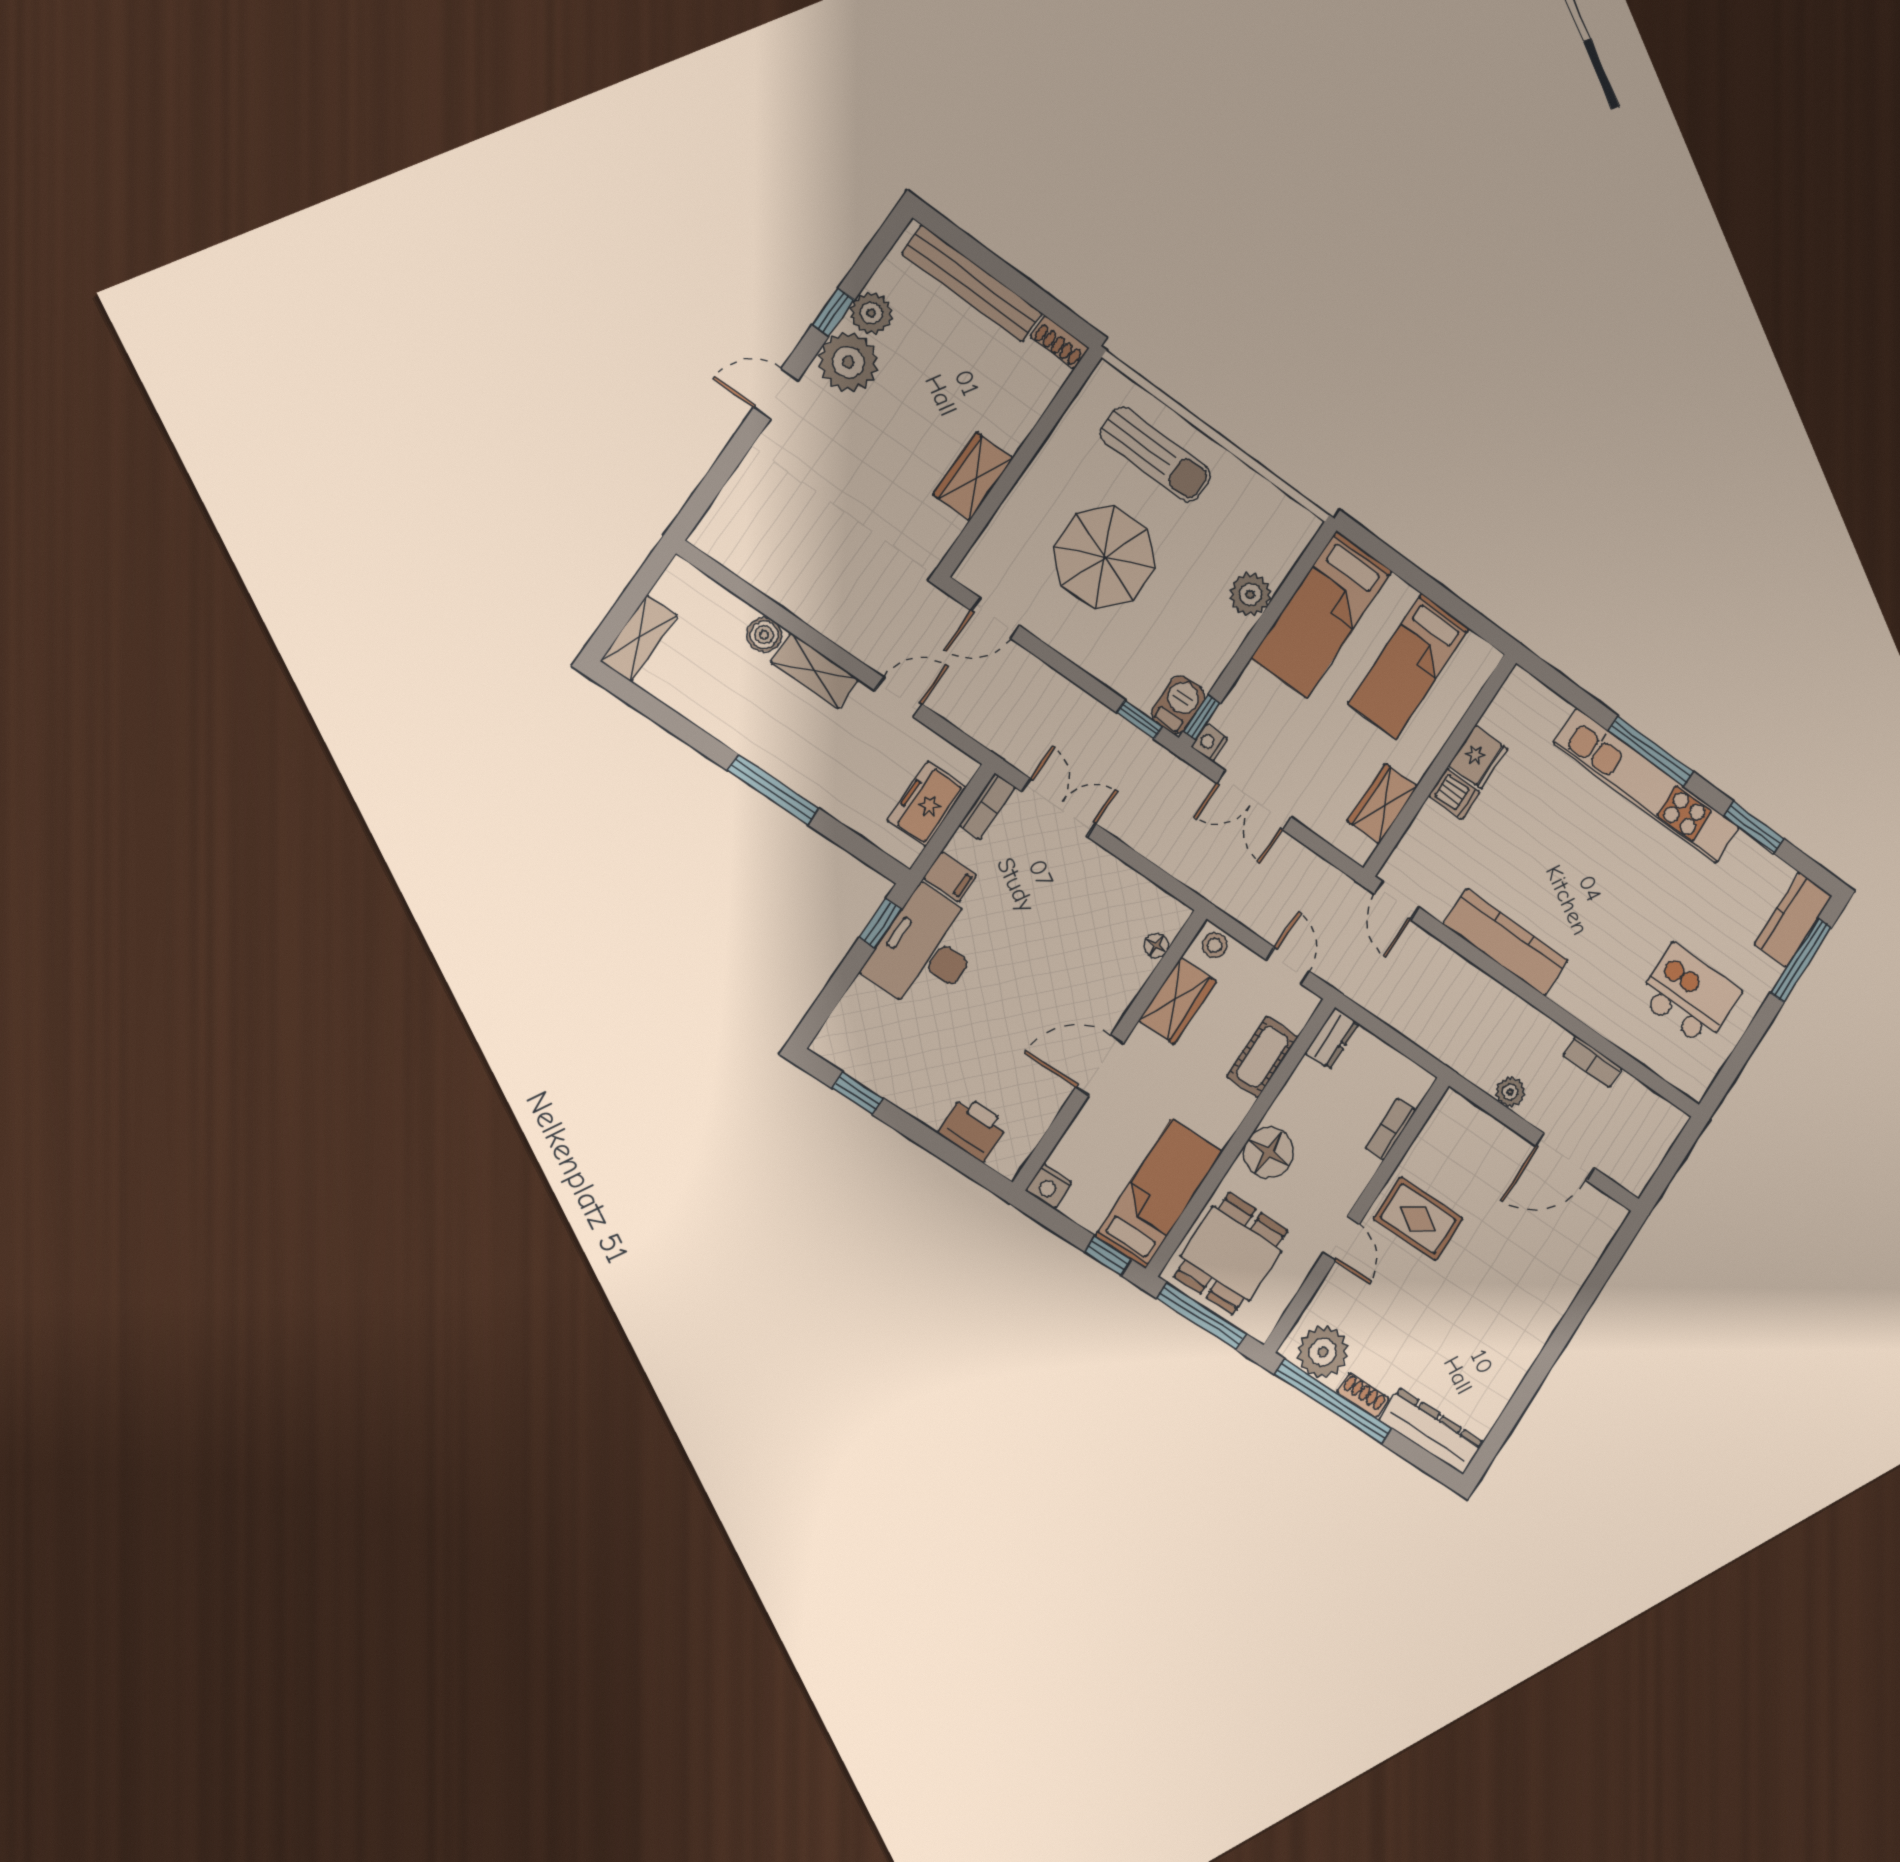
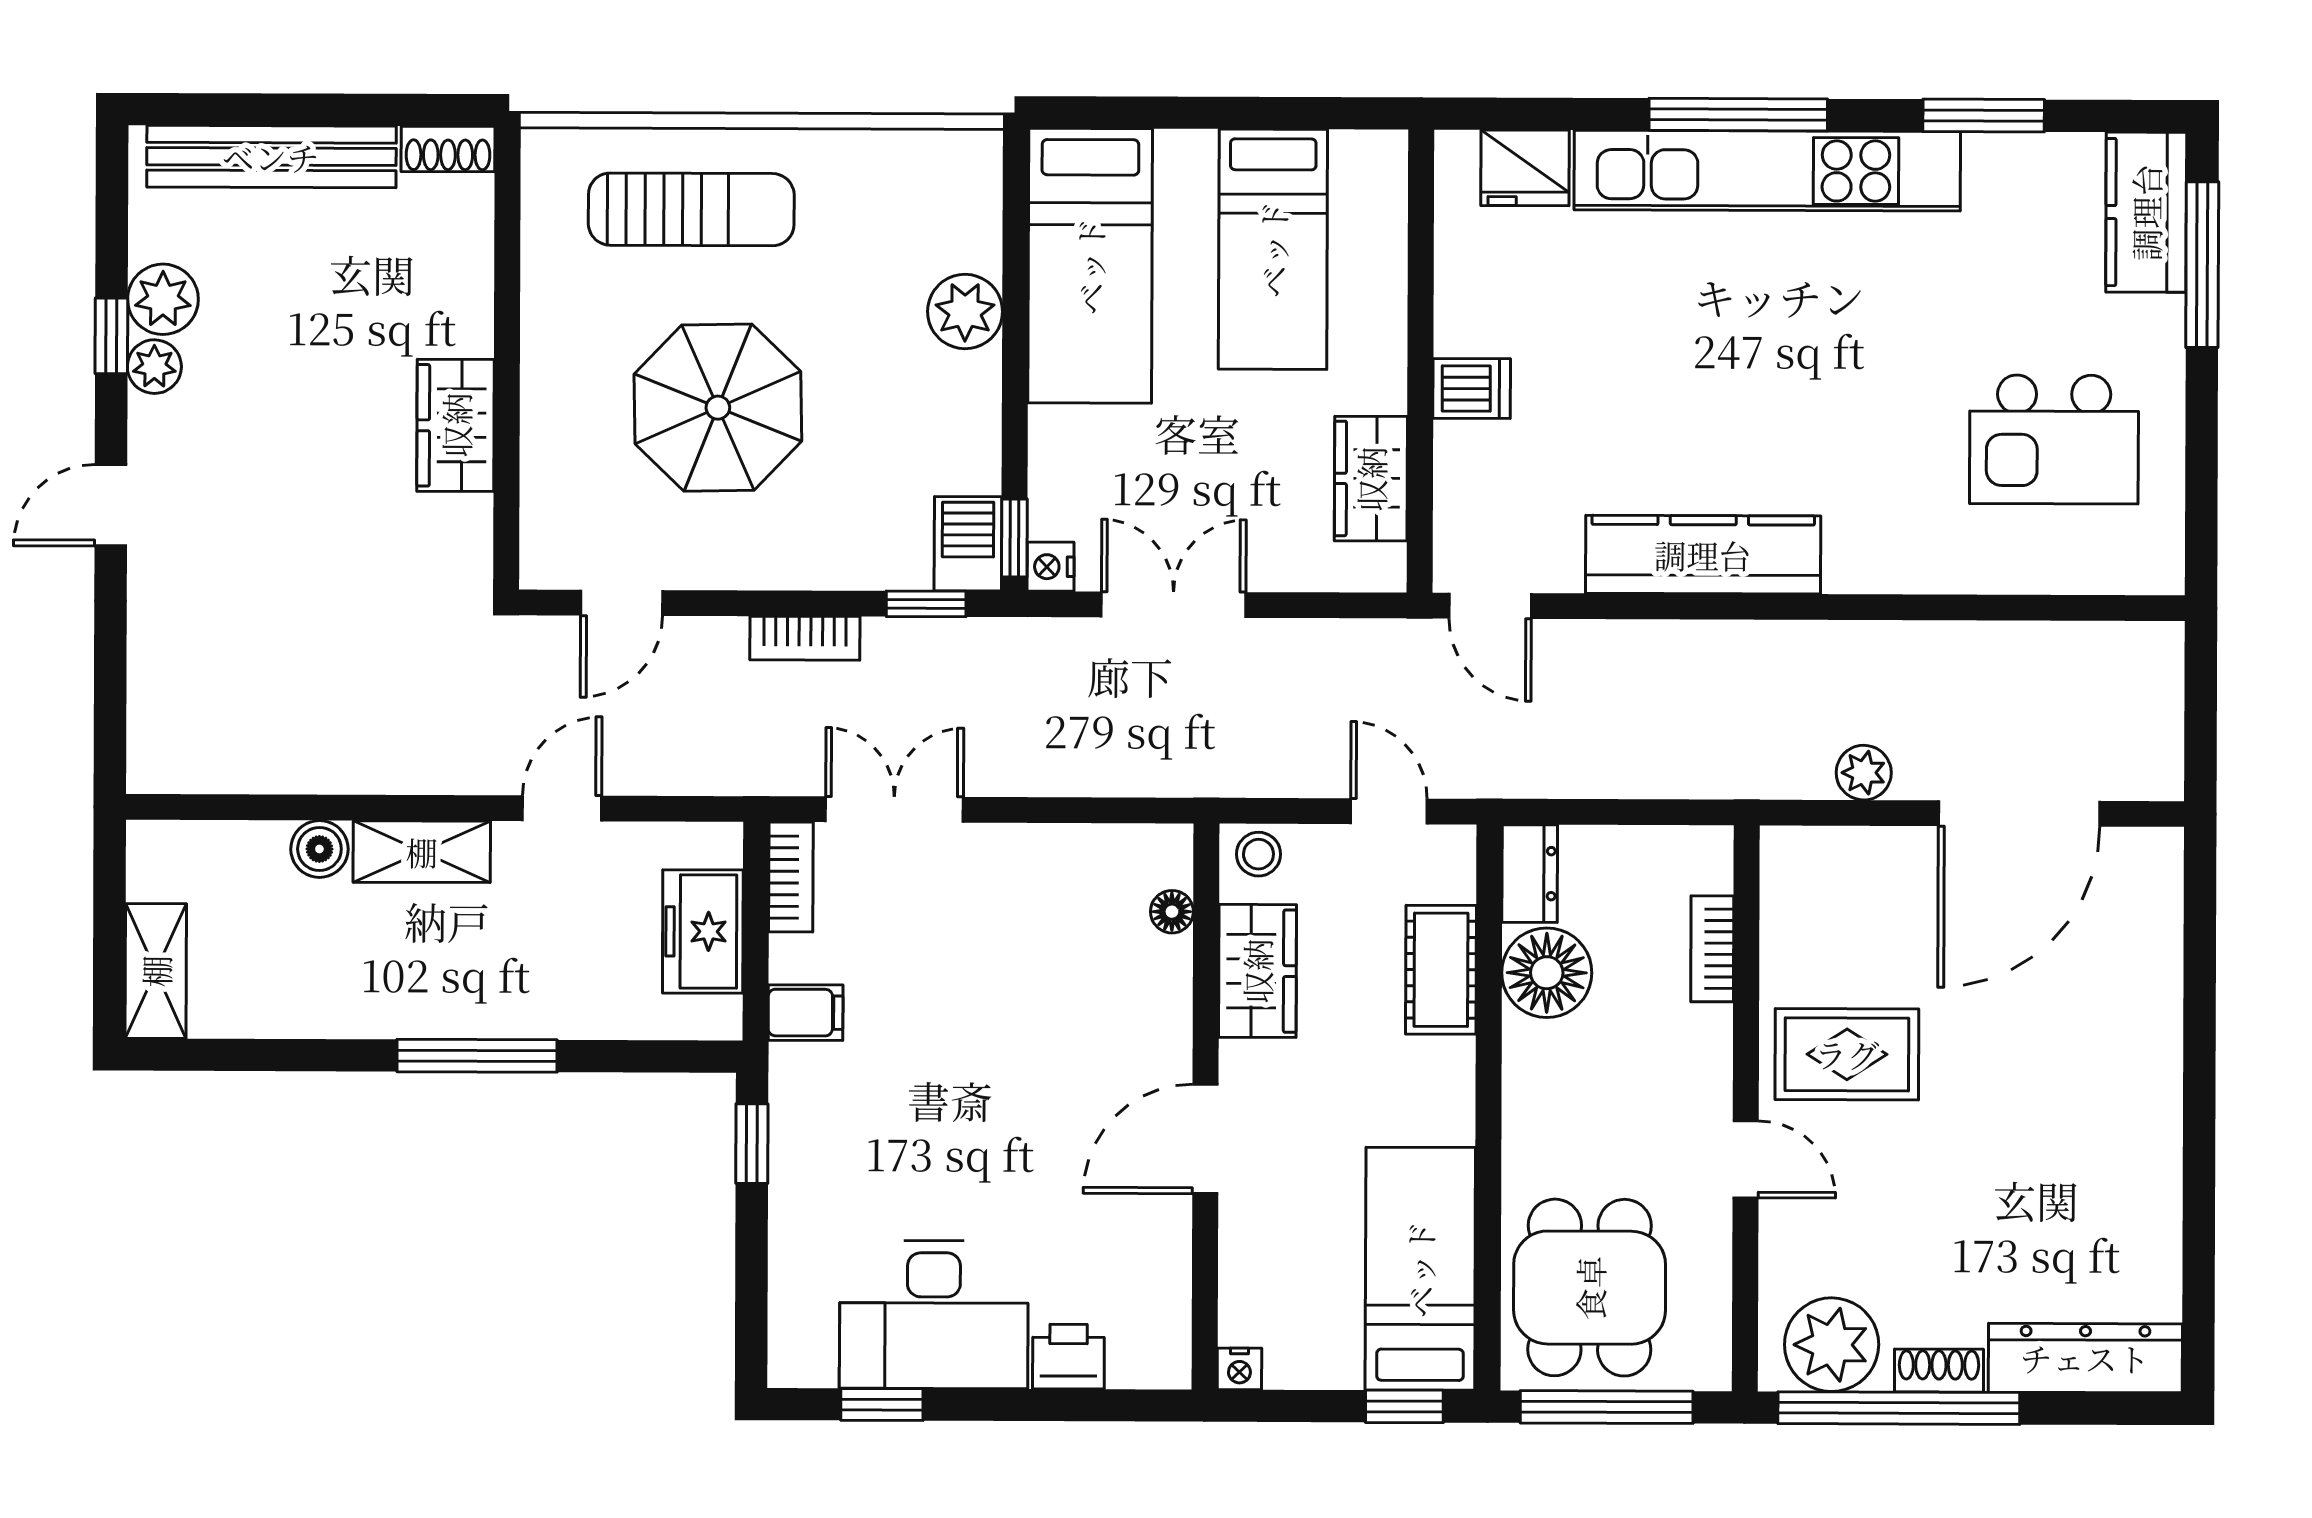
plant: (848, 362) -> (154, 367), width x0.53, depth x0.53
fridge: (1478, 757) -> (1525, 168), moved, turned 90
double door: (1254, 800) -> (1174, 605), swing flipped
desk: (926, 951) -> (934, 1315), moved, turned -90
kitchen island: (1689, 995) -> (2054, 439), turned 180
bookcase: (1593, 1062) -> (805, 638), moved
printer: (973, 1129) -> (1068, 1357), width x0.73, depth x0.81
floor lamp: (1269, 1152) -> (1547, 973), moved
door: (1565, 1157) -> (2019, 813), width x1.36
nightstand: (1049, 1186) -> (1239, 1369), width x0.72, depth x0.74

